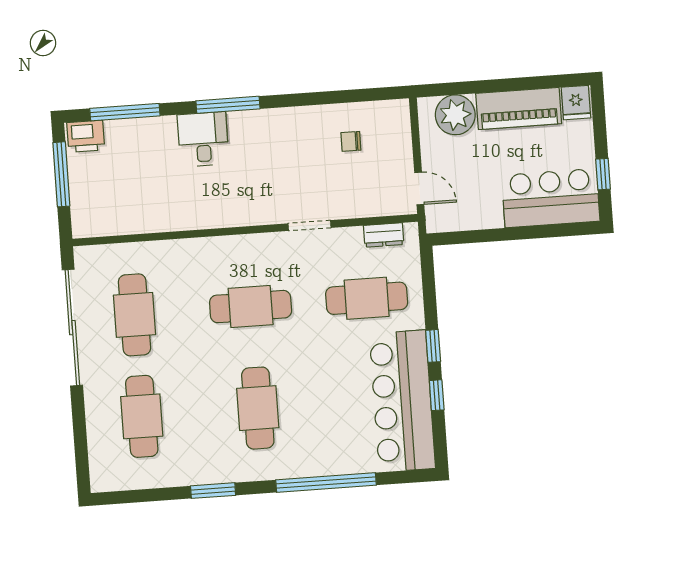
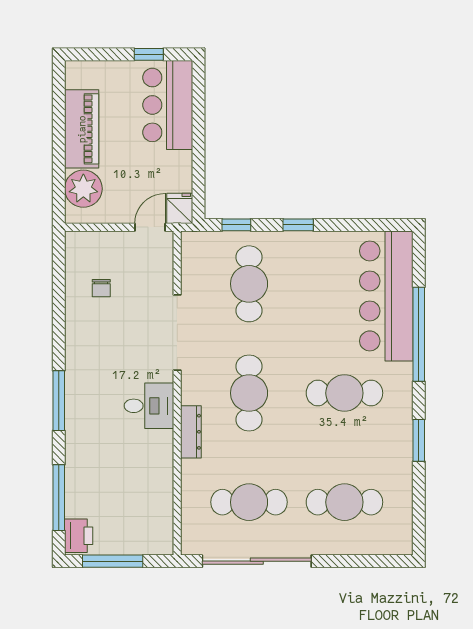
fridge: (576, 103) -> (180, 208), moved, turned -90
desk: (203, 139) -> (149, 406), moved, turned 180
doorway: (309, 226) -> (177, 332), width x1.87
dresser: (384, 235) -> (191, 432), moved, width x1.44
window: (437, 395) -> (236, 225), moved
bar counter: (402, 401) -> (386, 296), moved, turned 90

